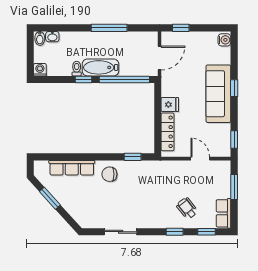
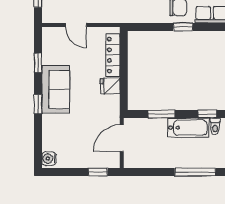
window: (109, 28) -> (195, 172), moved
window: (124, 79) -> (161, 114), width x0.47
sofa: (218, 94) -> (56, 89), width x0.73
window: (234, 140) -> (38, 63), moved
window: (133, 157) -> (183, 27), moved

